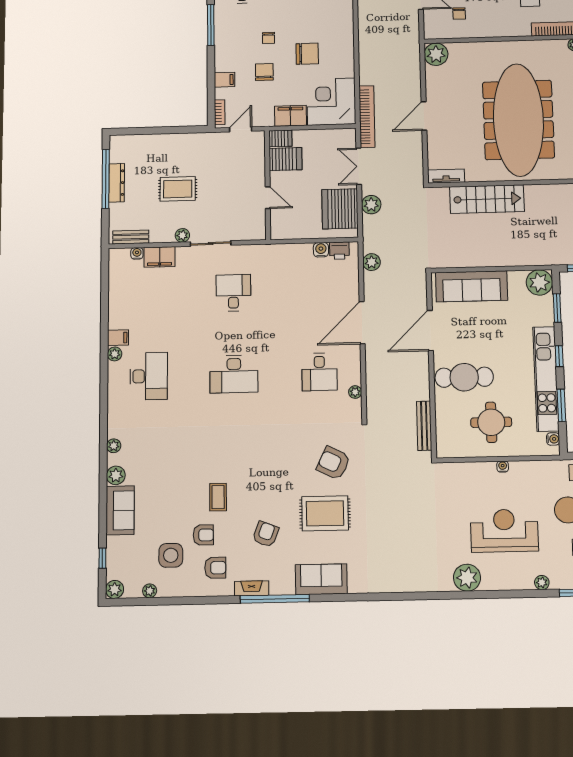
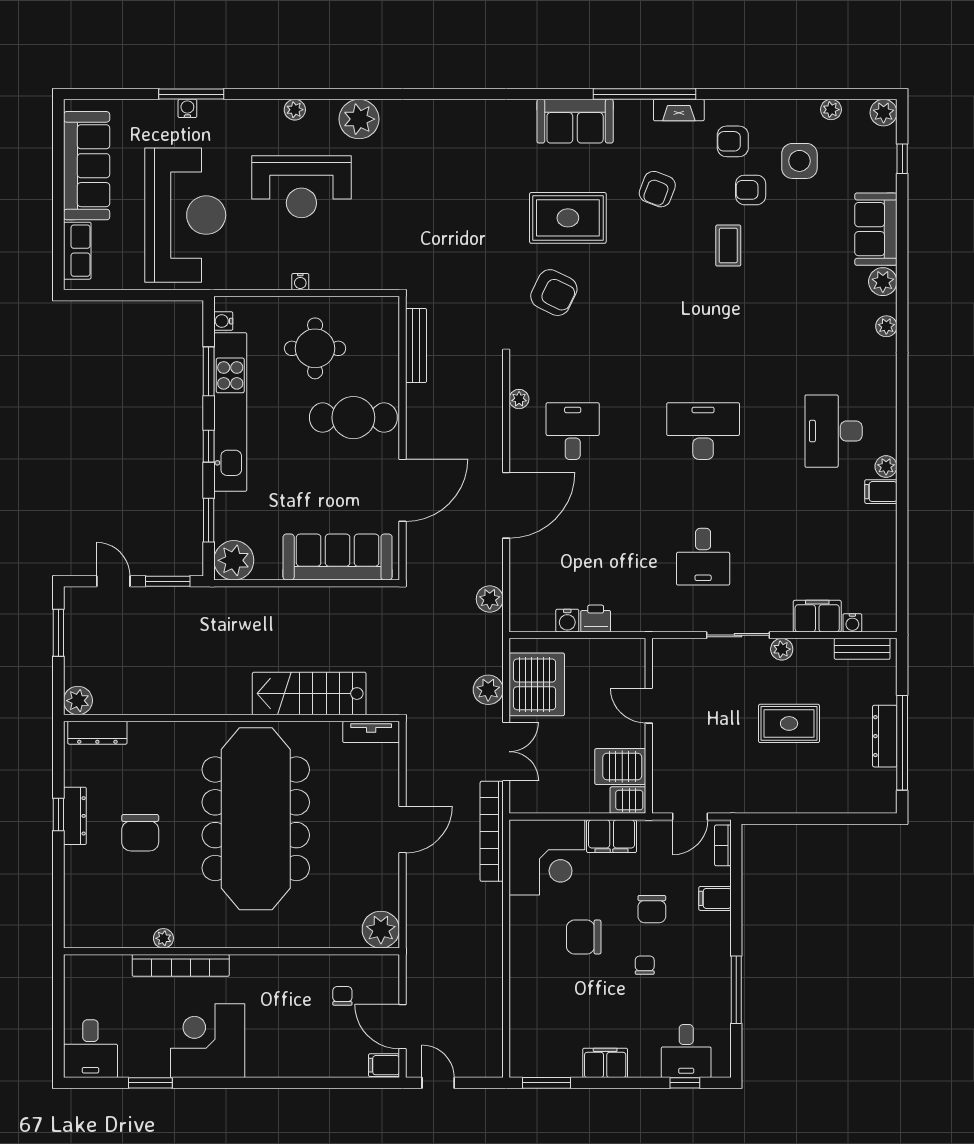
printer: (339, 251) -> (596, 619), moved
plant: (542, 583) -> (295, 110), moved

